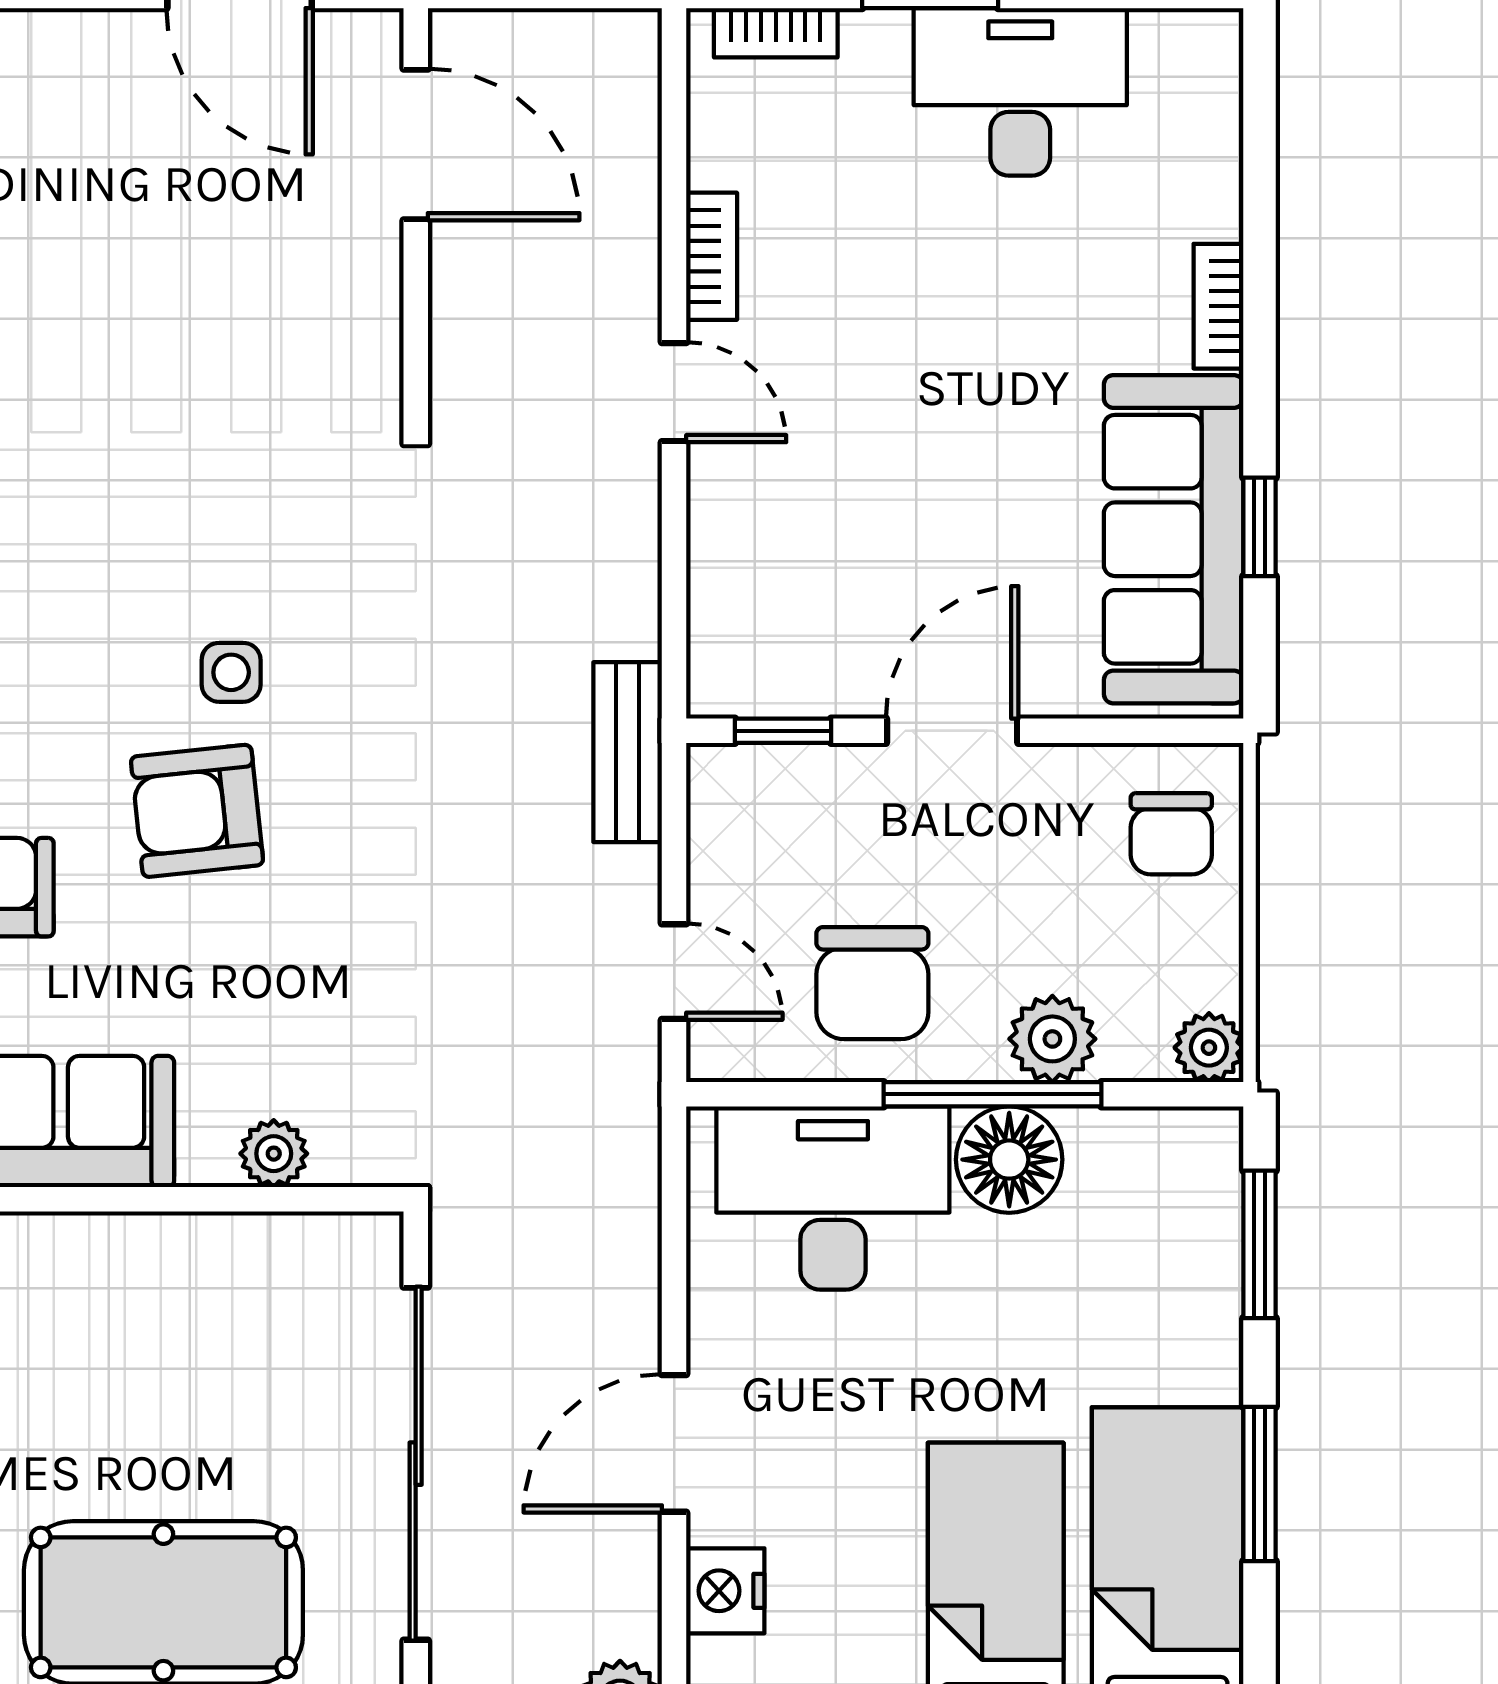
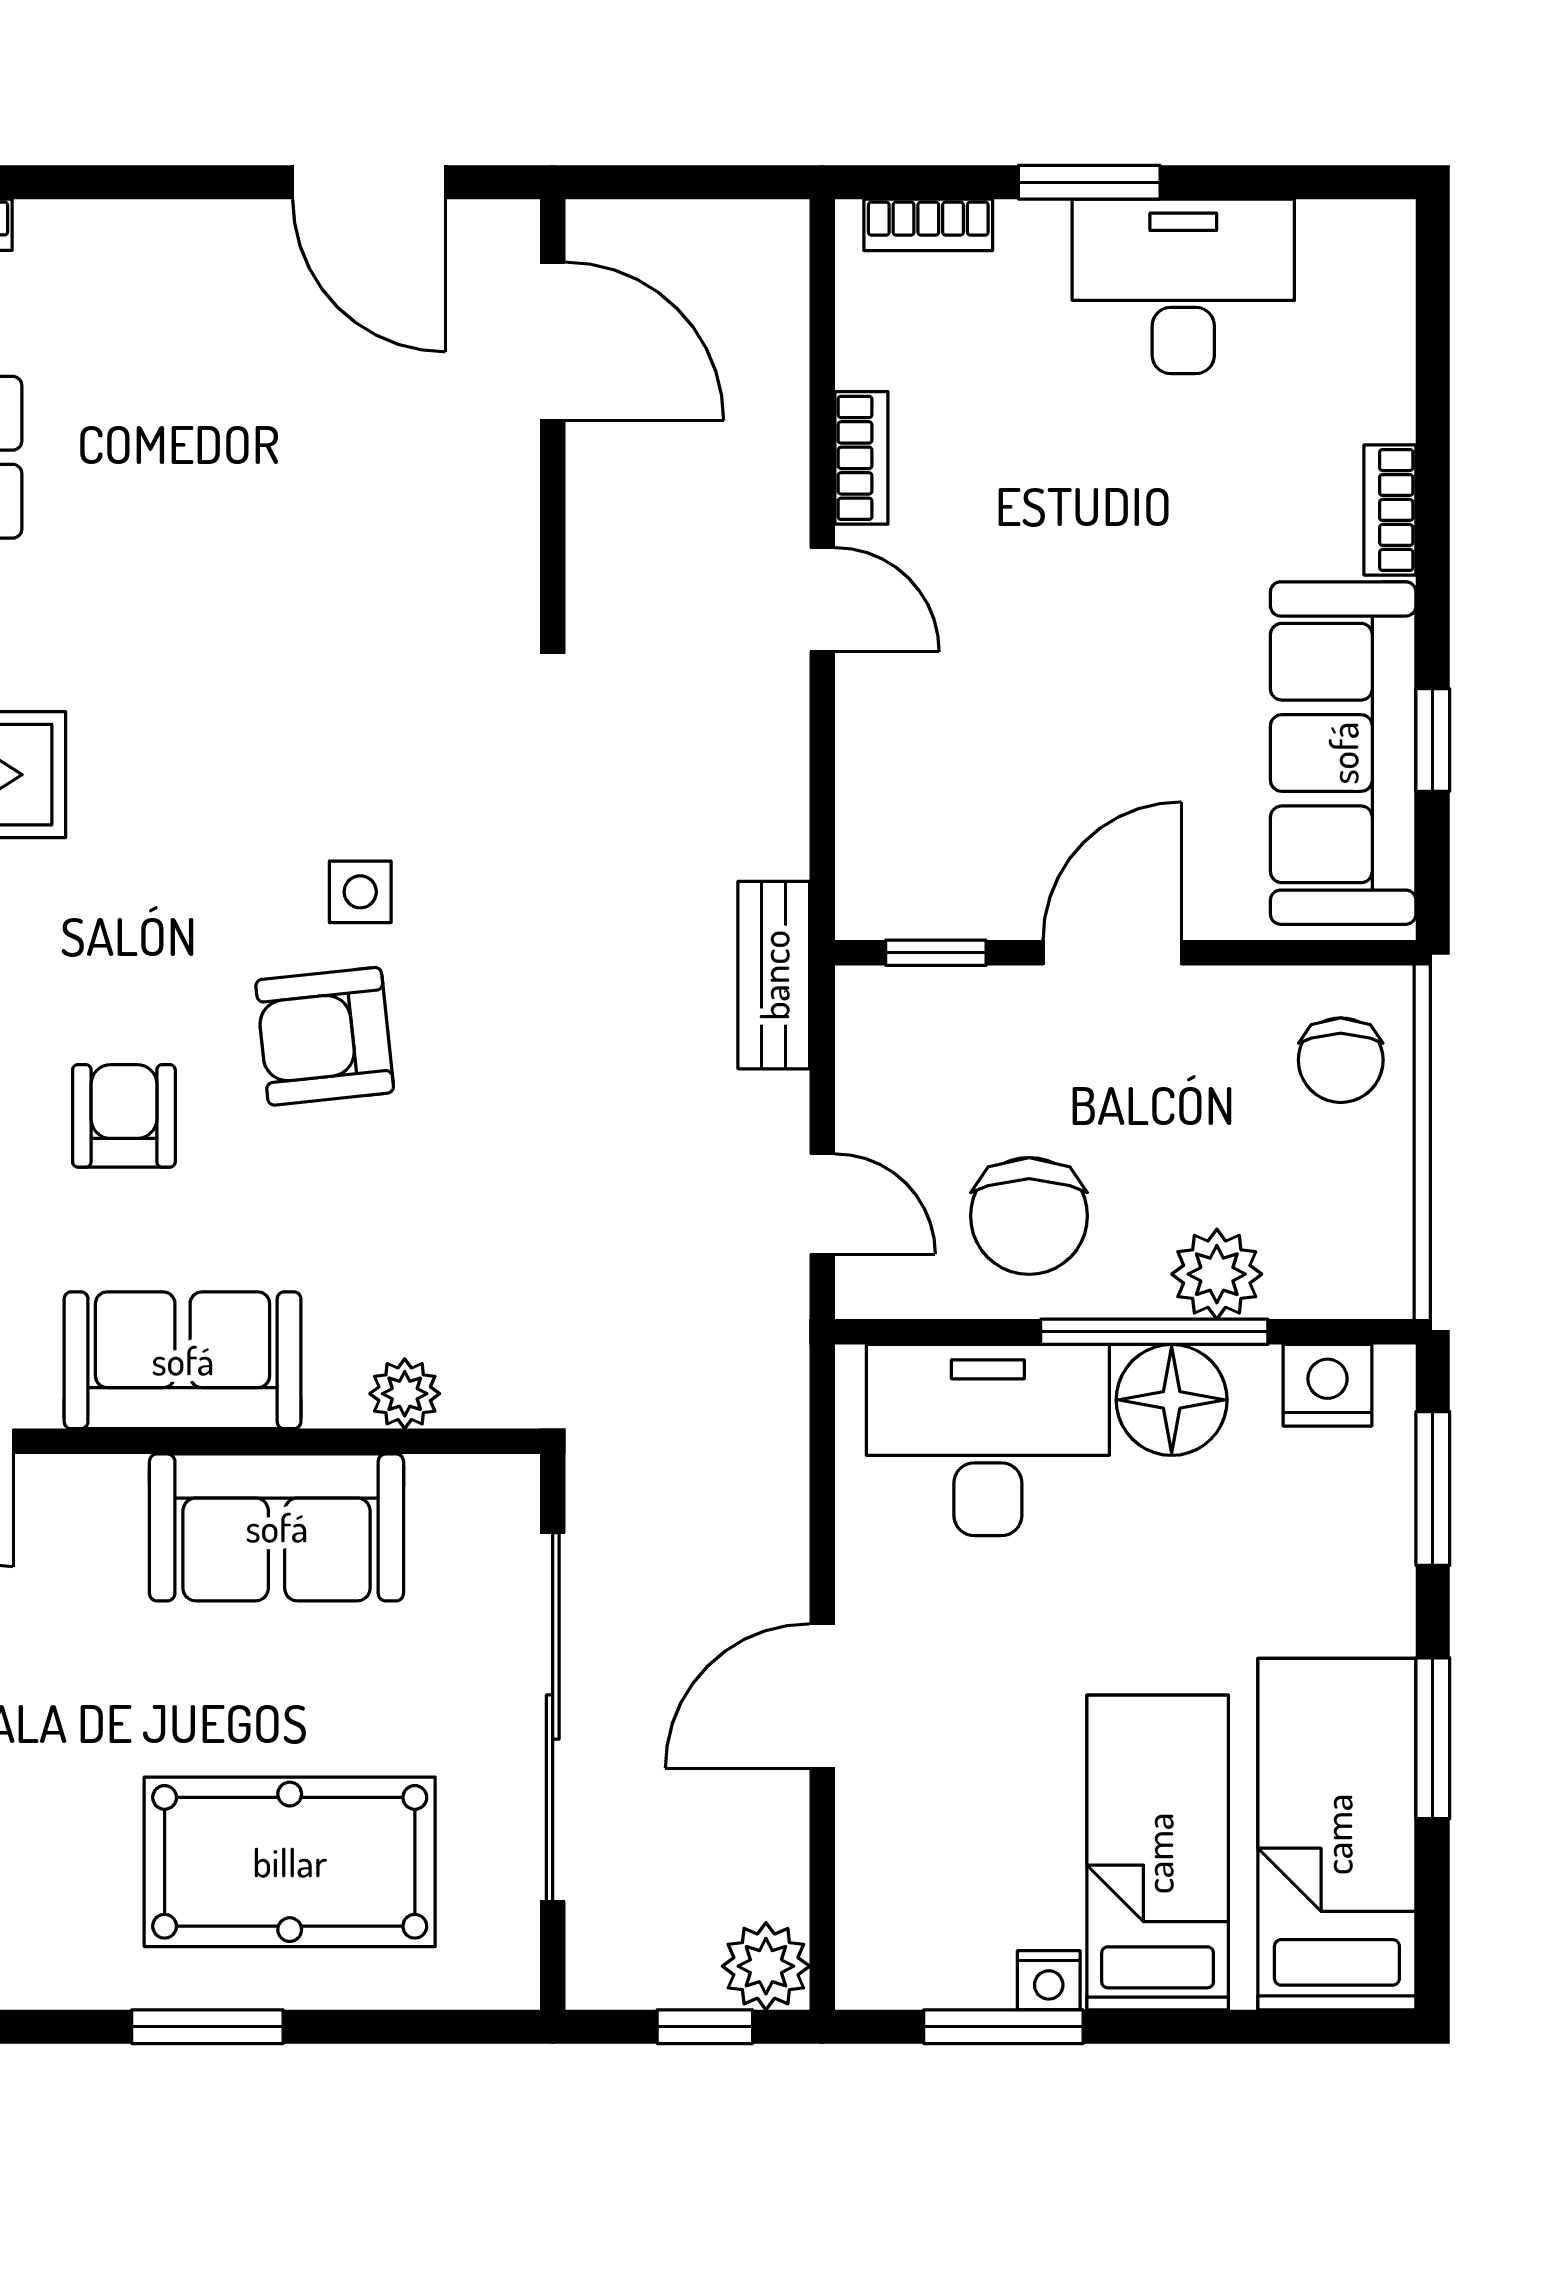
plant: (1209, 1048) -> (1380, 1283), removed
sofa: (151, 1282) -> (277, 1527), added
nightstand: (725, 1591) -> (1328, 1385), moved, turned 90

